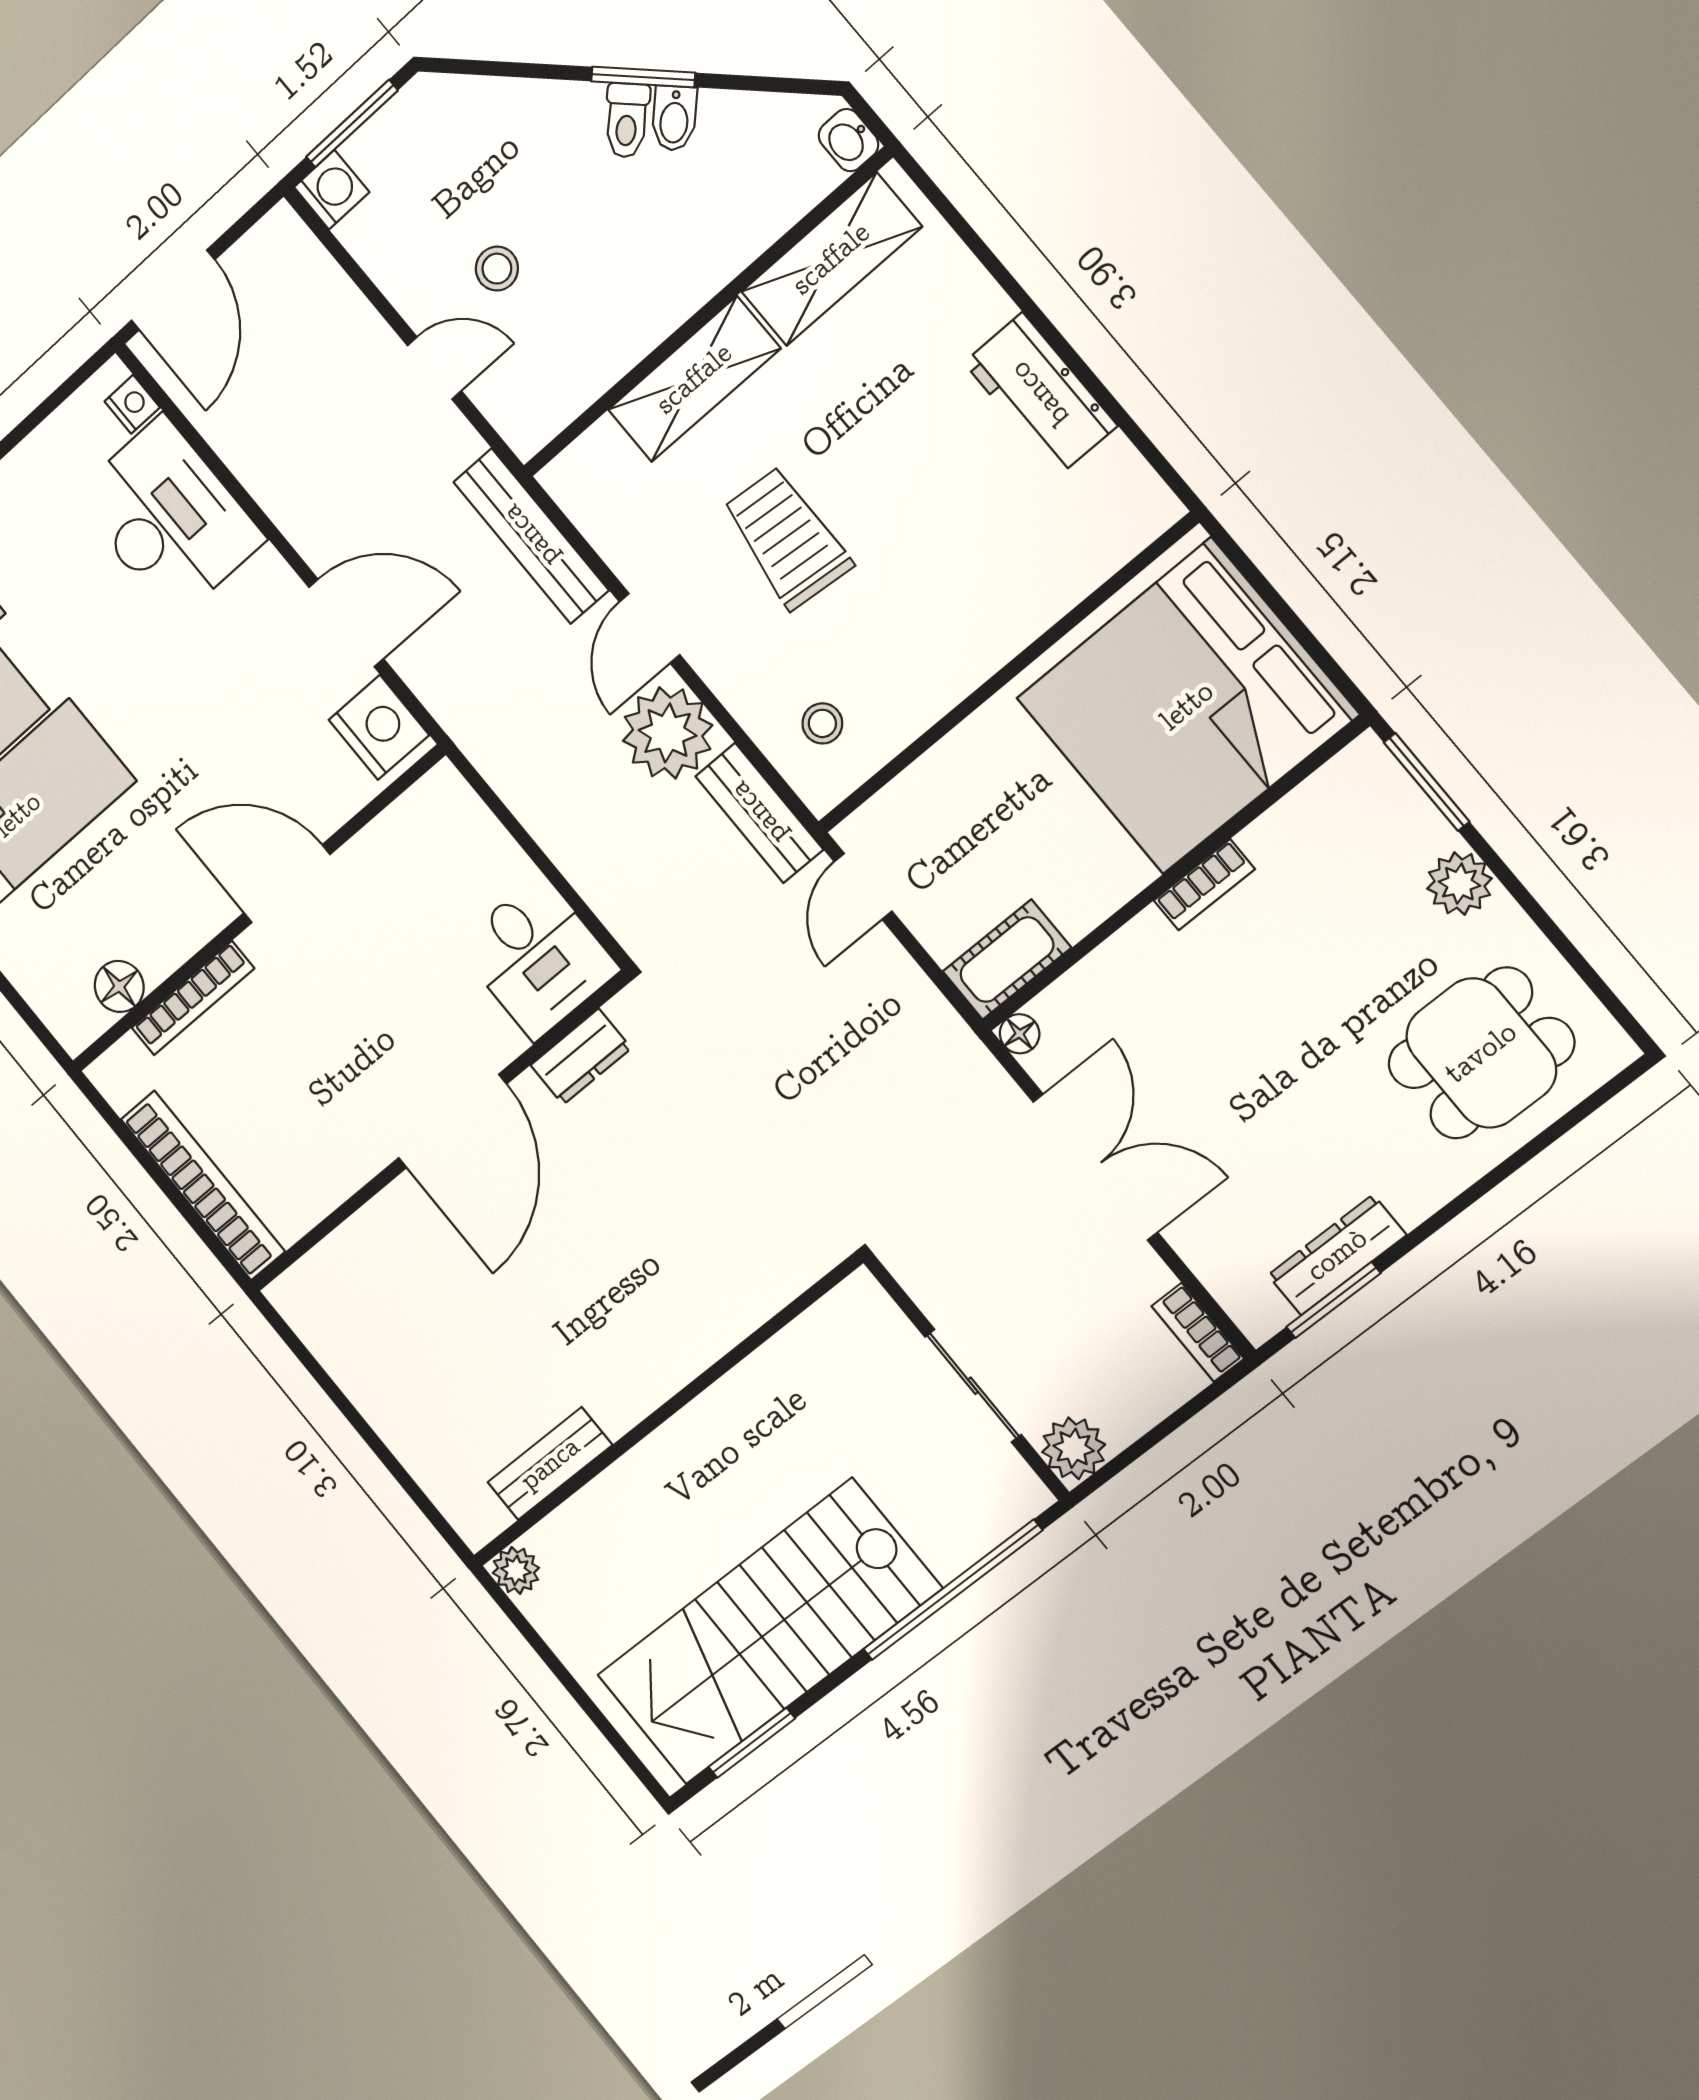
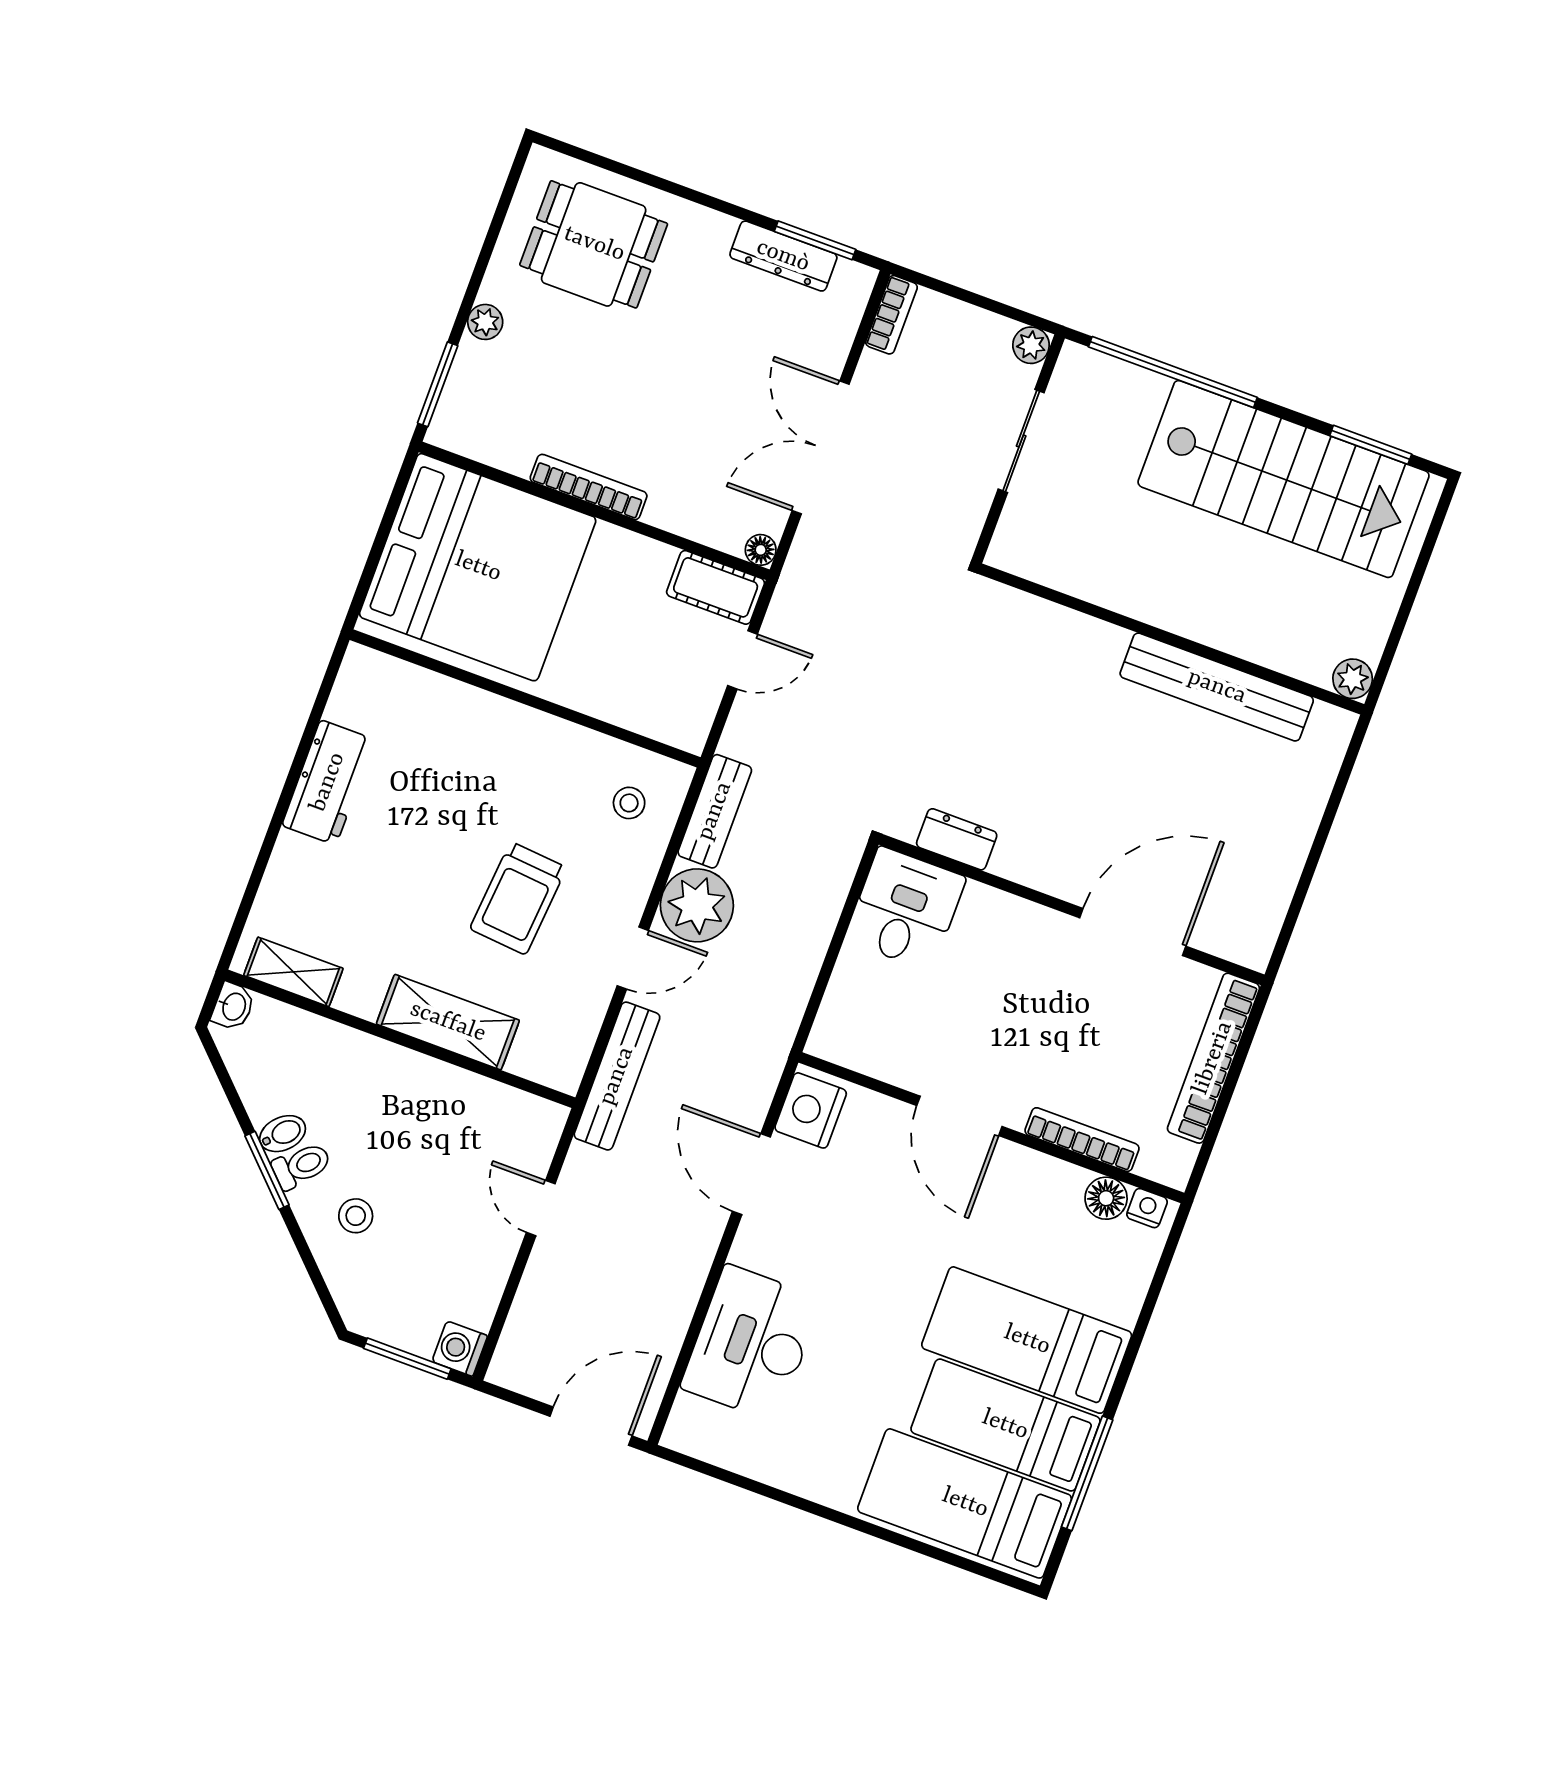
shelving: (831, 259) -> (293, 972), width x0.67, depth x0.75
stool: (497, 269) -> (356, 1216), moved
nightstand: (132, 404) -> (1147, 1208), moved, turned 90
plant: (1459, 884) -> (485, 322), width x0.73, depth x0.73
bookcase: (1204, 885) -> (589, 487), width x1.56
door: (863, 886) -> (742, 660), moved
door: (452, 1121) -> (1133, 932), moved
plant: (1074, 1448) -> (1031, 345), width x0.73, depth x0.73
bench: (550, 1464) -> (1217, 687), width x1.86, depth x1.21

